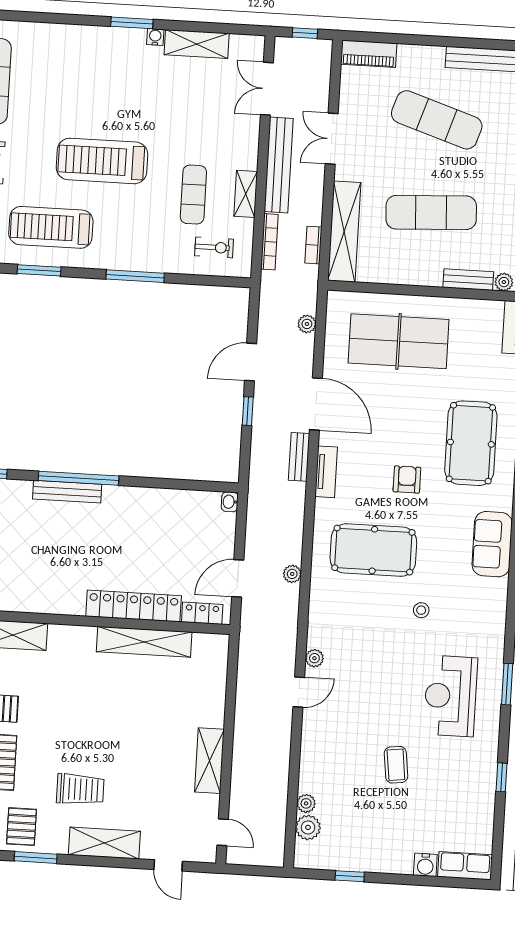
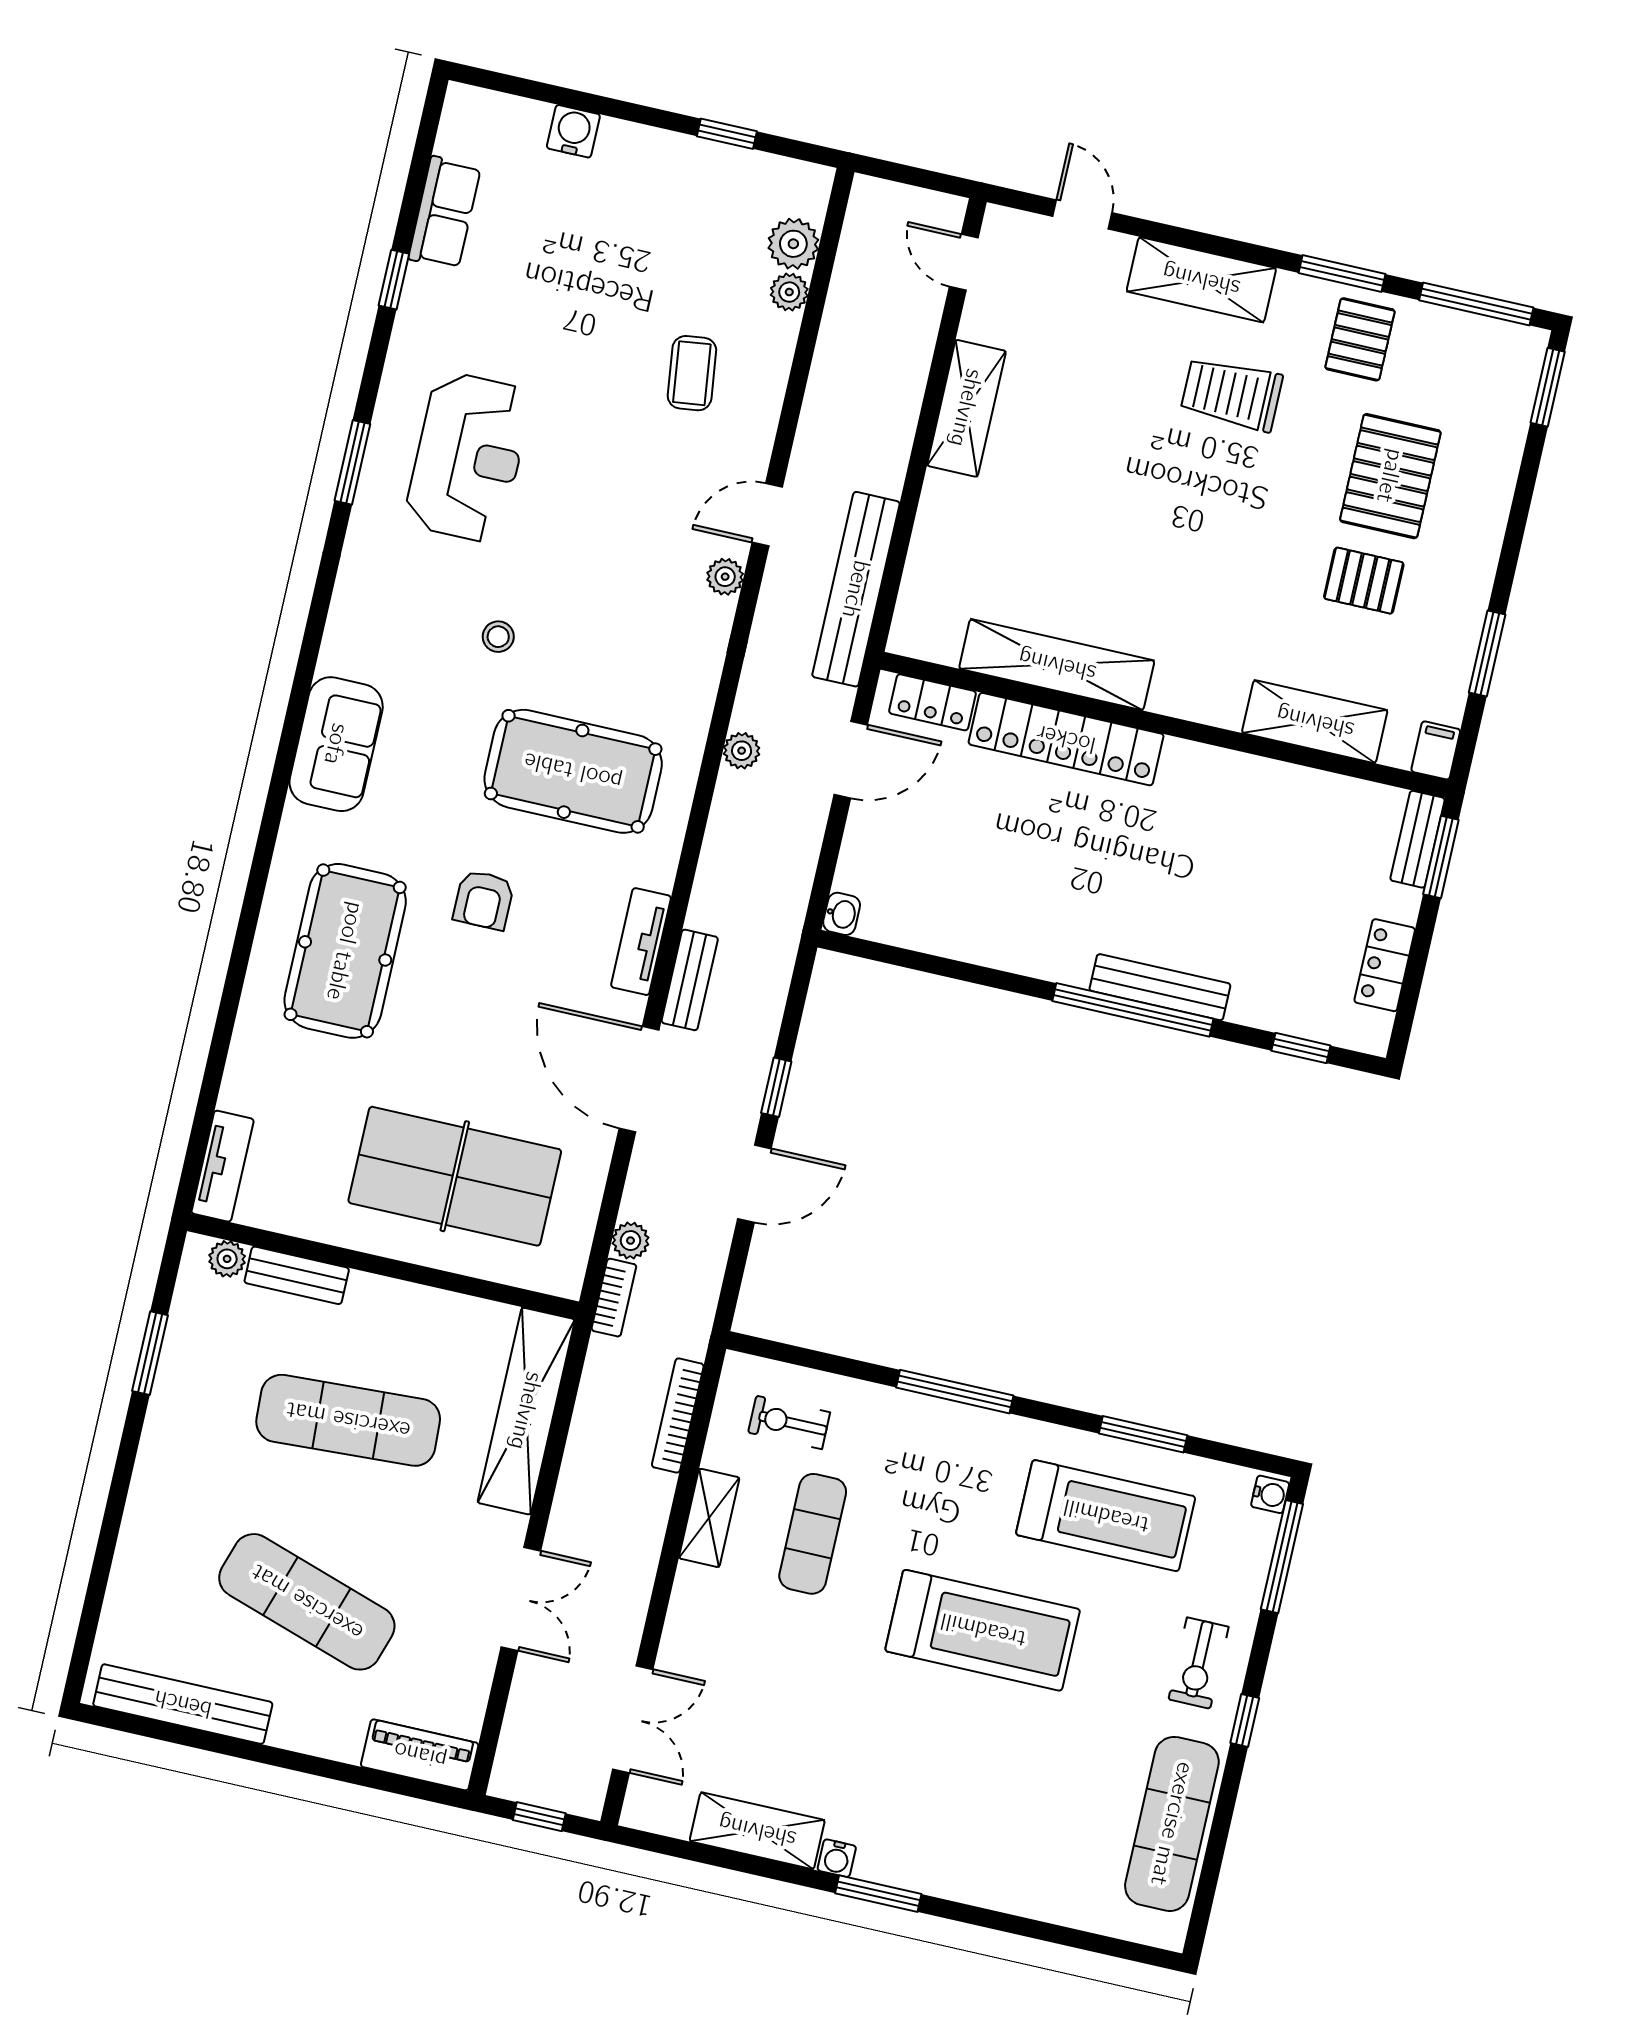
bench: (279, 165) -> (856, 589), moved
bookcase: (313, 245) -> (614, 1298), moved
coffee table: (396, 765) -> (692, 373), moved
row of seats: (465, 866) -> (445, 213), moved, turned -90

